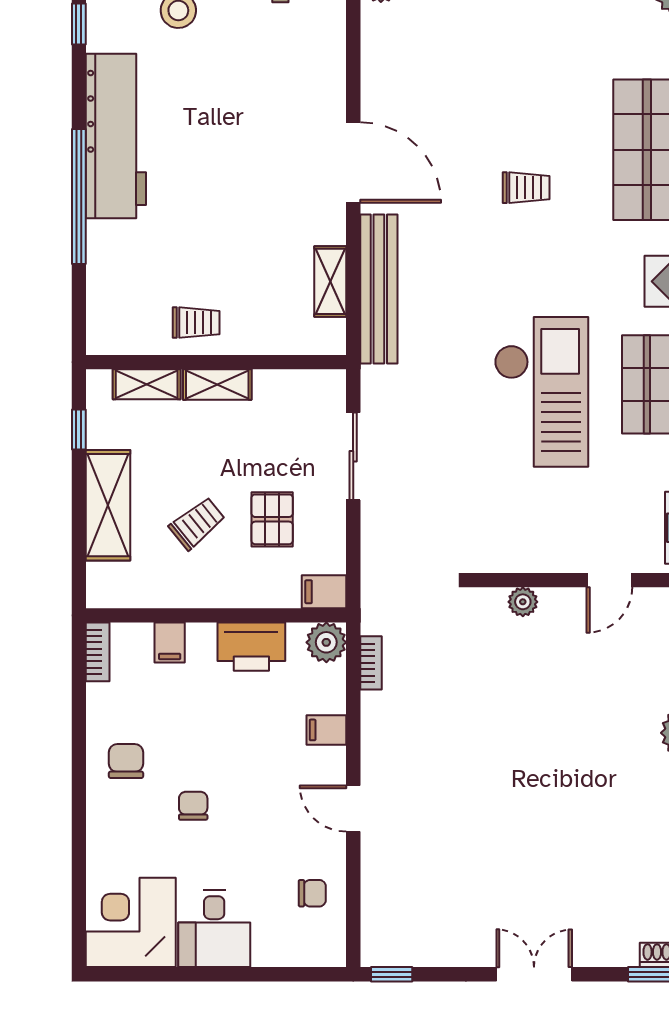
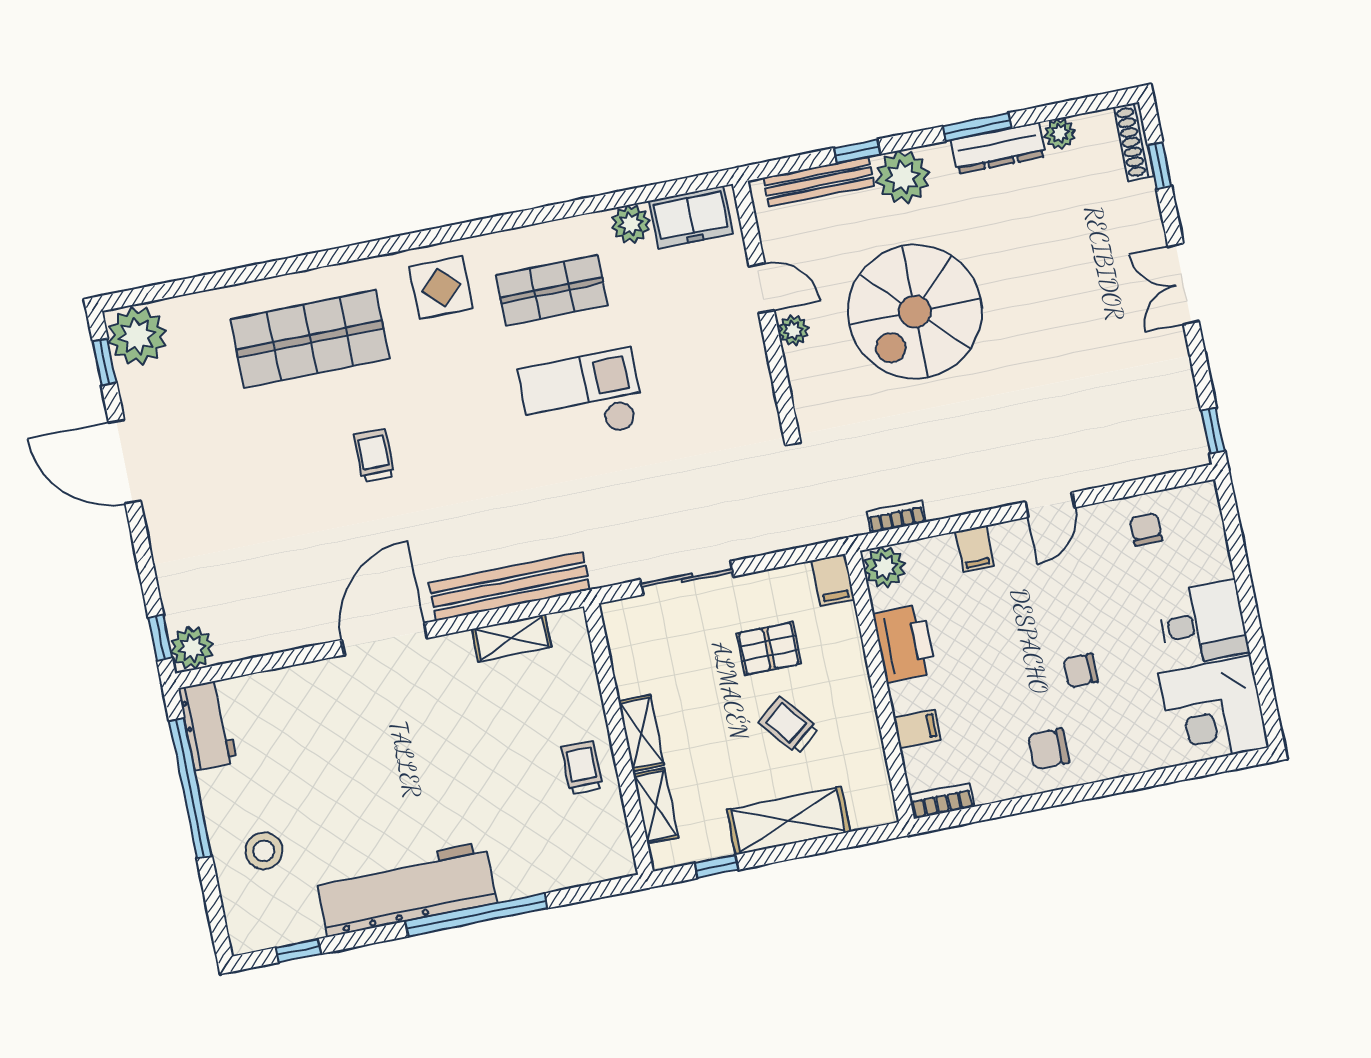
checkout: (541, 392) -> (582, 397), width x0.73, depth x0.83
plant: (523, 602) -> (793, 330), moved
spiral stairs: (559, 719) -> (915, 312), added

